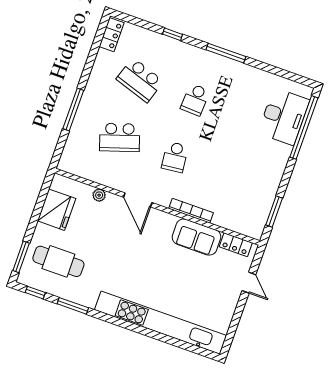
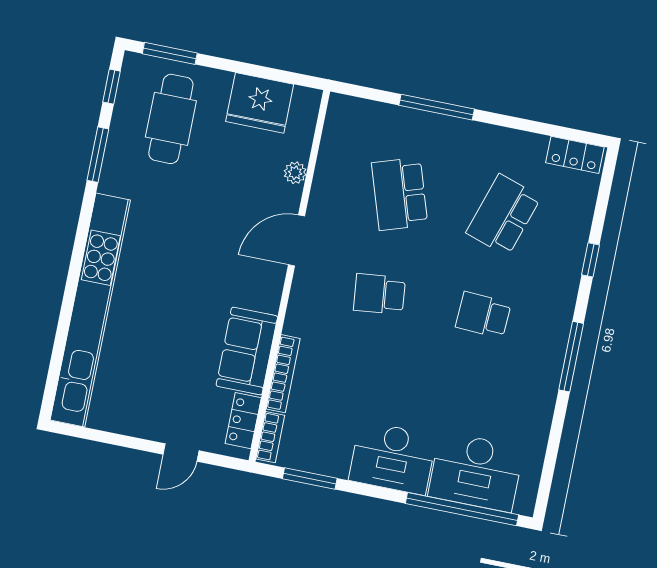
desk: (269, 163) -> (393, 458), added
bookcase: (191, 211) -> (283, 374), moved
bookcase: (247, 231) -> (270, 437), added

